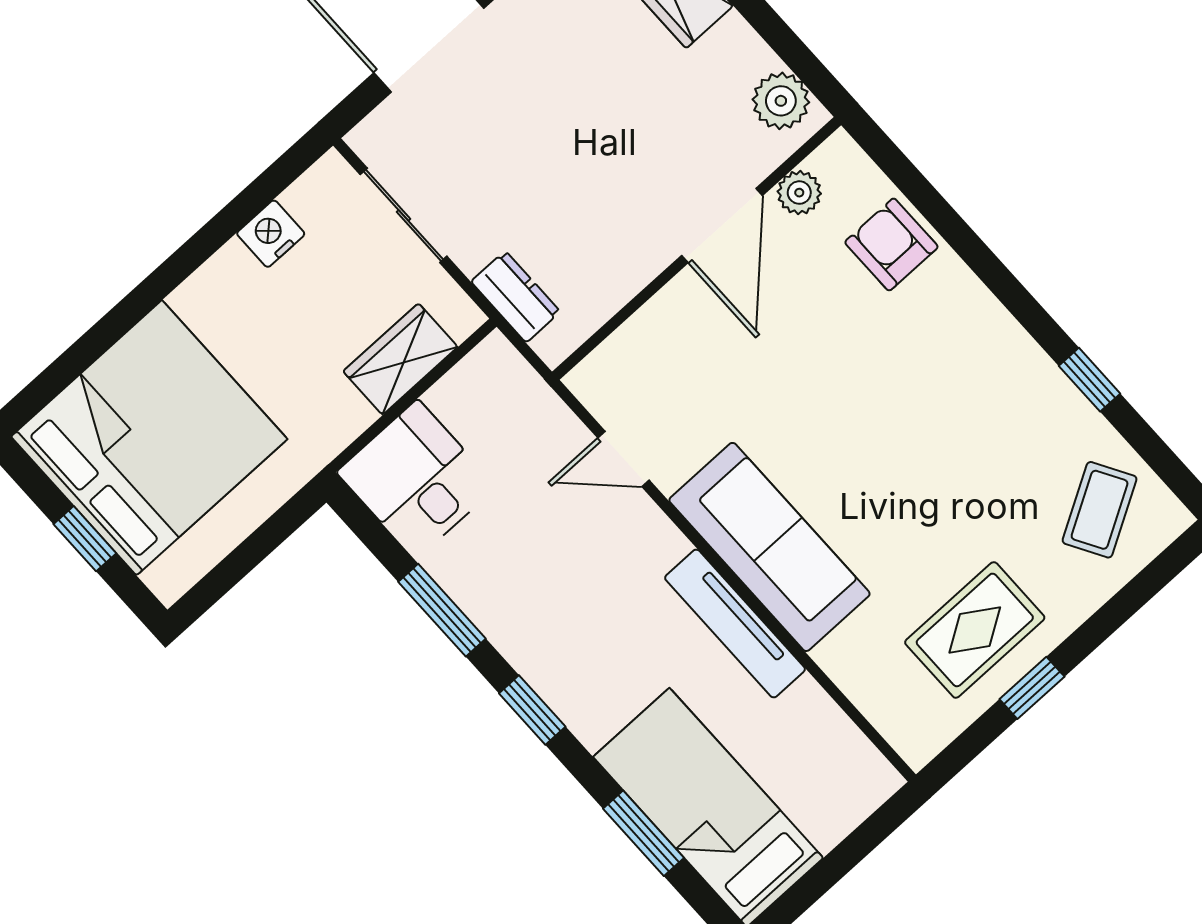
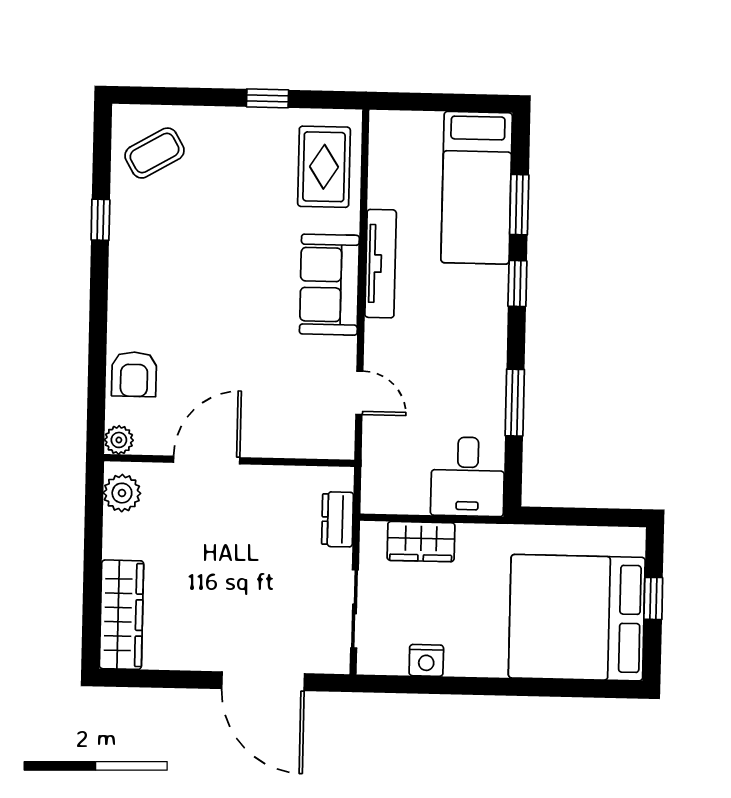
plant: (799, 193) -> (119, 440), moved
sofa: (769, 547) -> (329, 285), width x0.73
rug: (975, 630) -> (324, 167), moved, turned 90
window: (532, 710) -> (517, 284), moved

